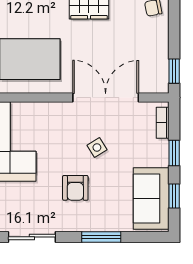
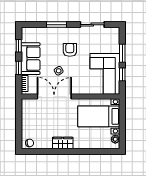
window: (174, 71) -> (19, 110), removed
double door: (106, 98) -> (54, 97), swing flipped
sofa: (151, 199) -> (31, 59), moved

